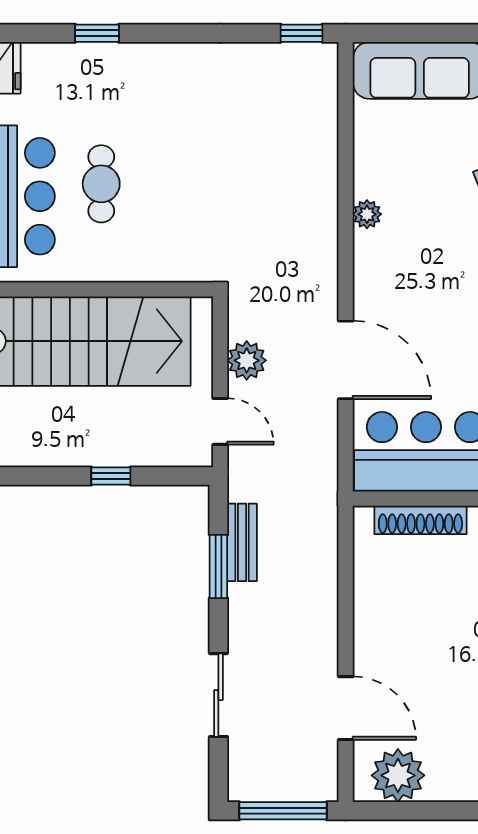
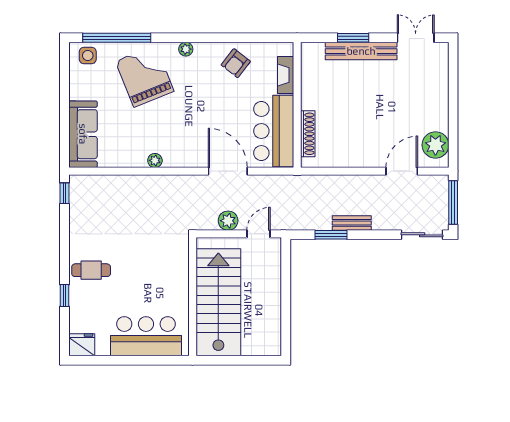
cafe table: (101, 184) -> (91, 270), moved
door: (346, 360) -> (228, 171), hinge flipped
window: (111, 476) -> (286, 289), removed
bench: (242, 542) -> (352, 223), moved
sliding door: (218, 695) -> (422, 235), moved

